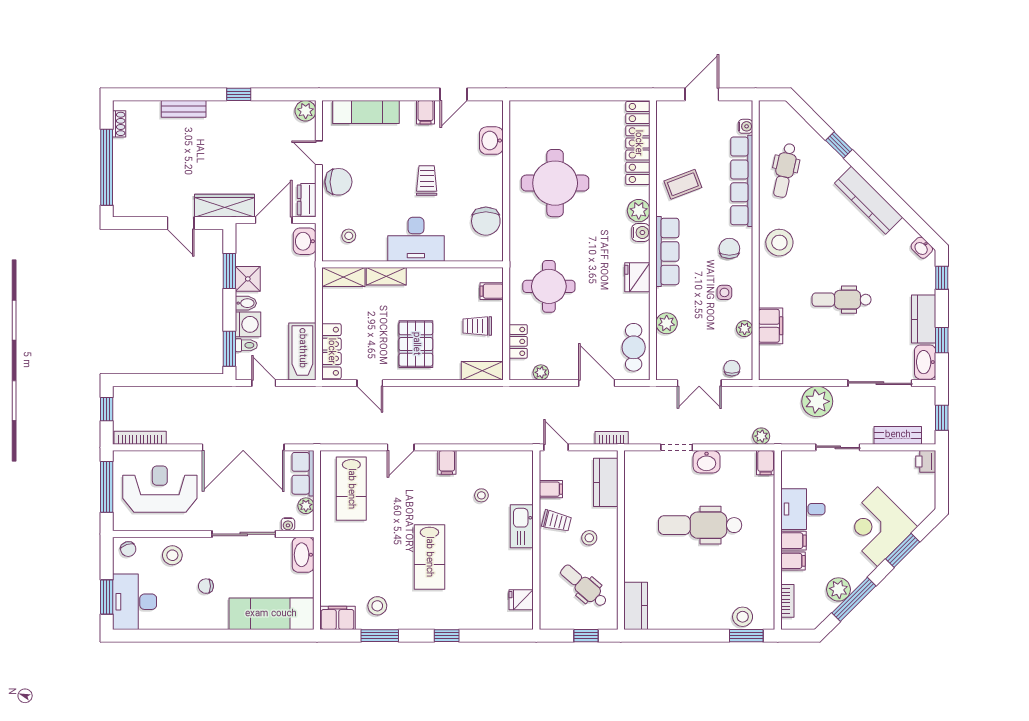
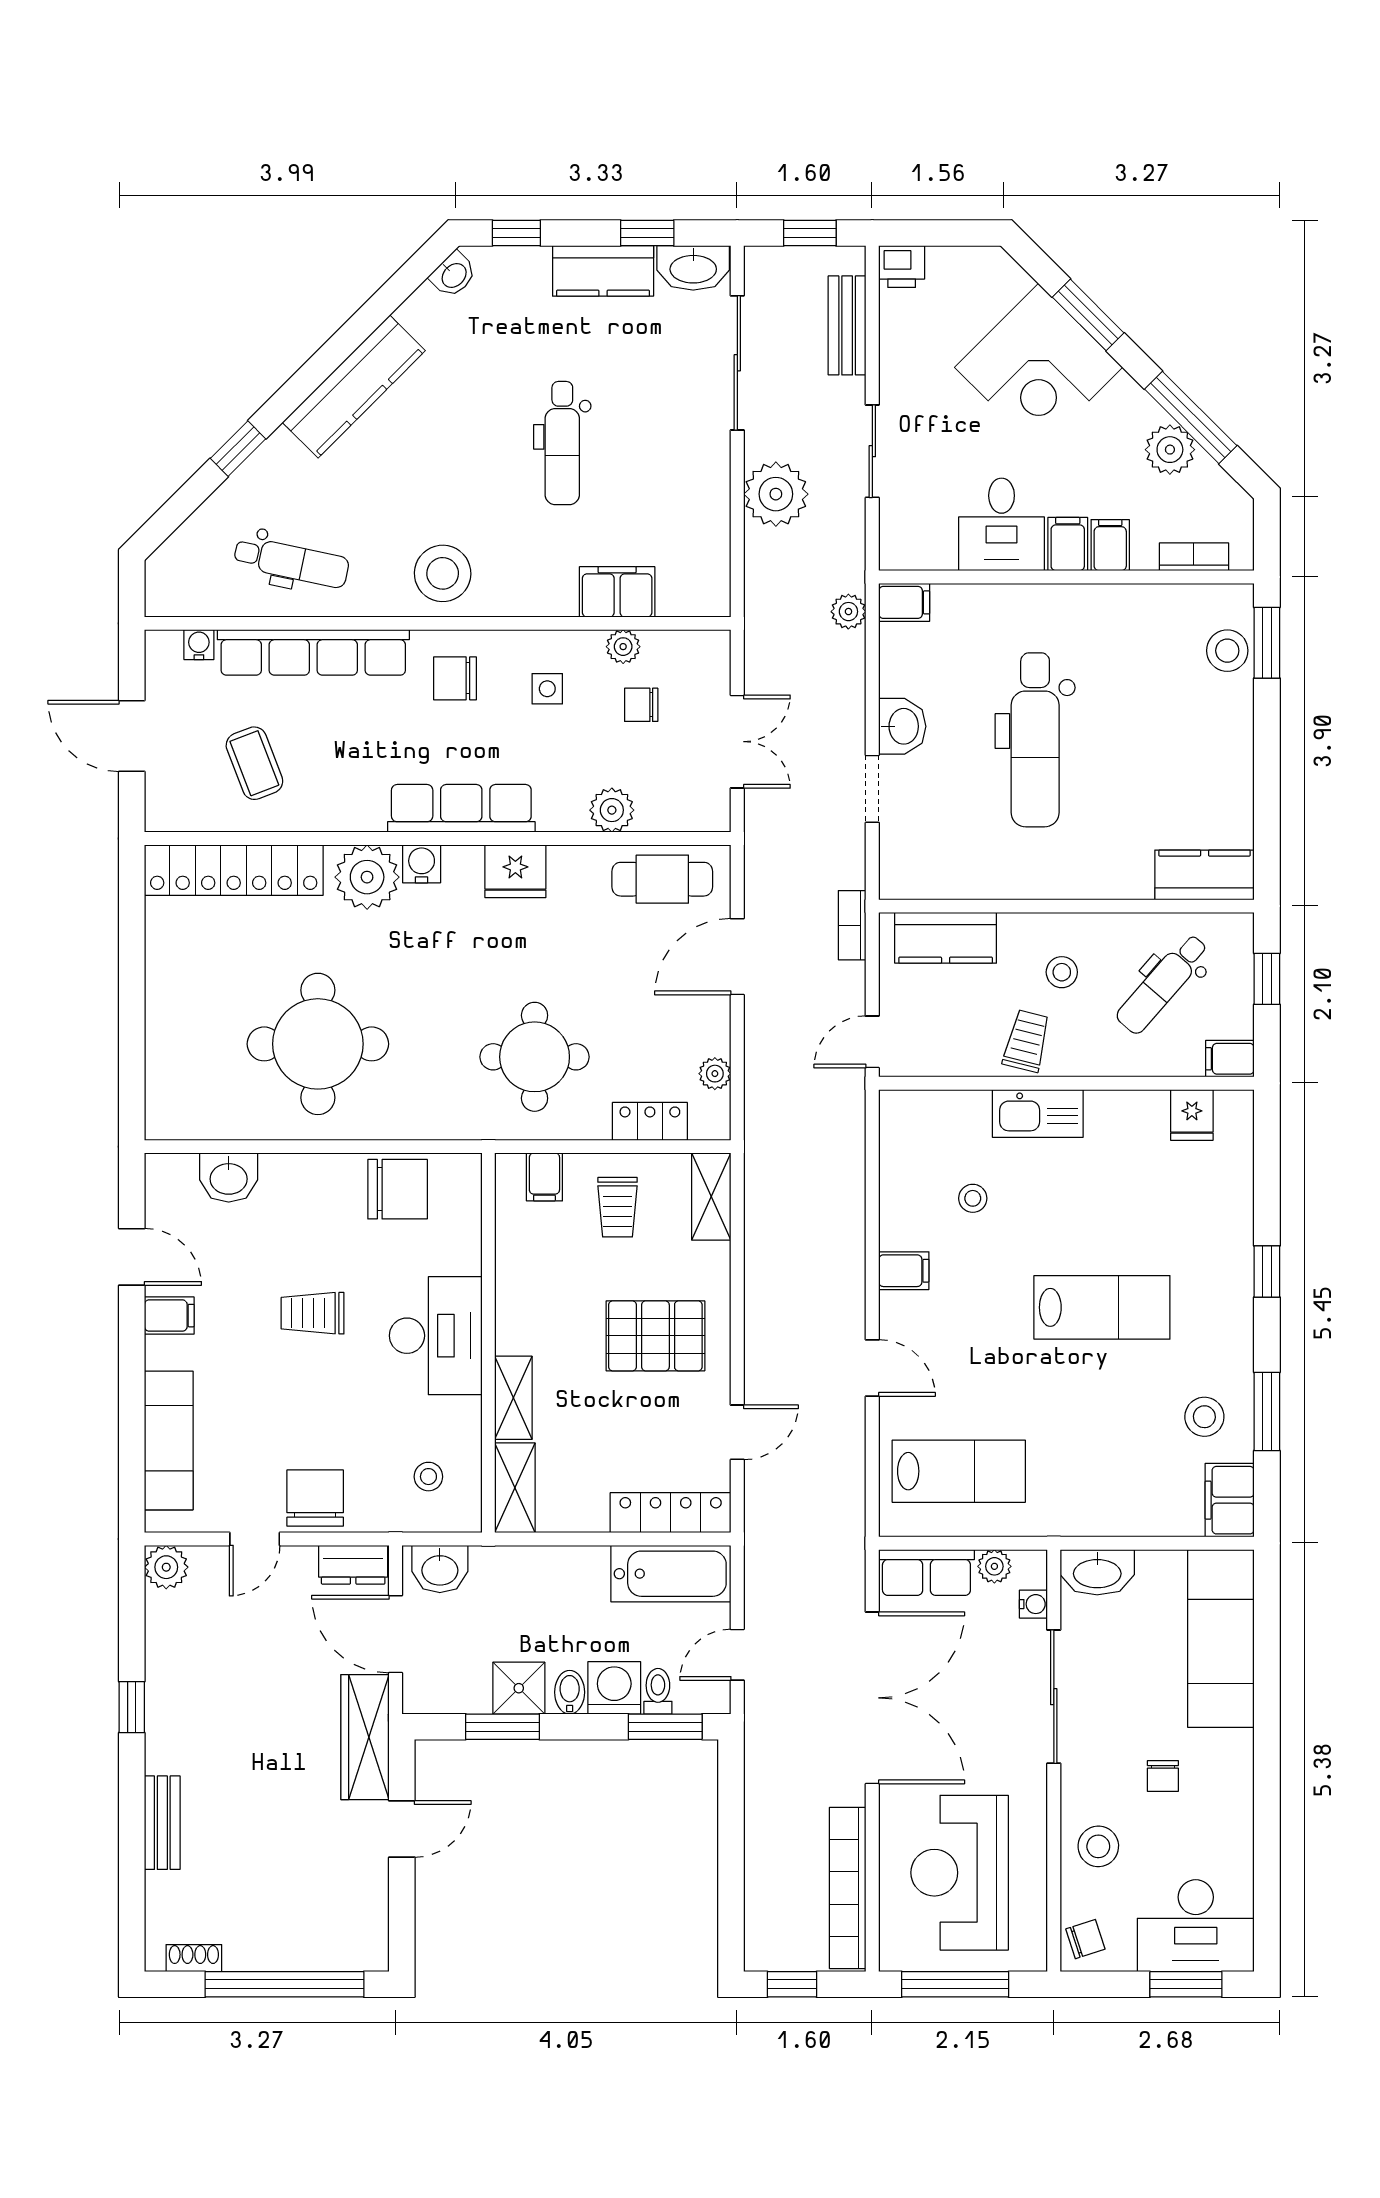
coffee table: (683, 184) -> (254, 763), moved
plant: (639, 211) -> (367, 877), width x1.36, depth x1.36
chair: (732, 368) -> (641, 705), moved
bookcase: (140, 438) -> (848, 1888), width x1.48, depth x1.31
filing cabinet: (551, 489) -> (1230, 1059), moved, turned -90

